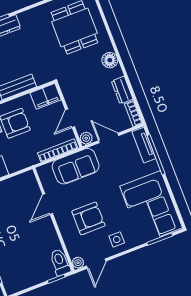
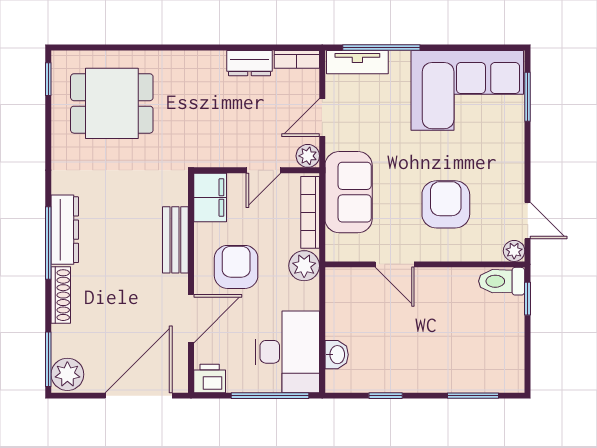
floor lamp: (110, 60) -> (190, 65), removed
door: (70, 118) -> (263, 170), hinge flipped
plant: (29, 158) -> (304, 266), added
side table: (117, 239) -> (500, 170), removed

